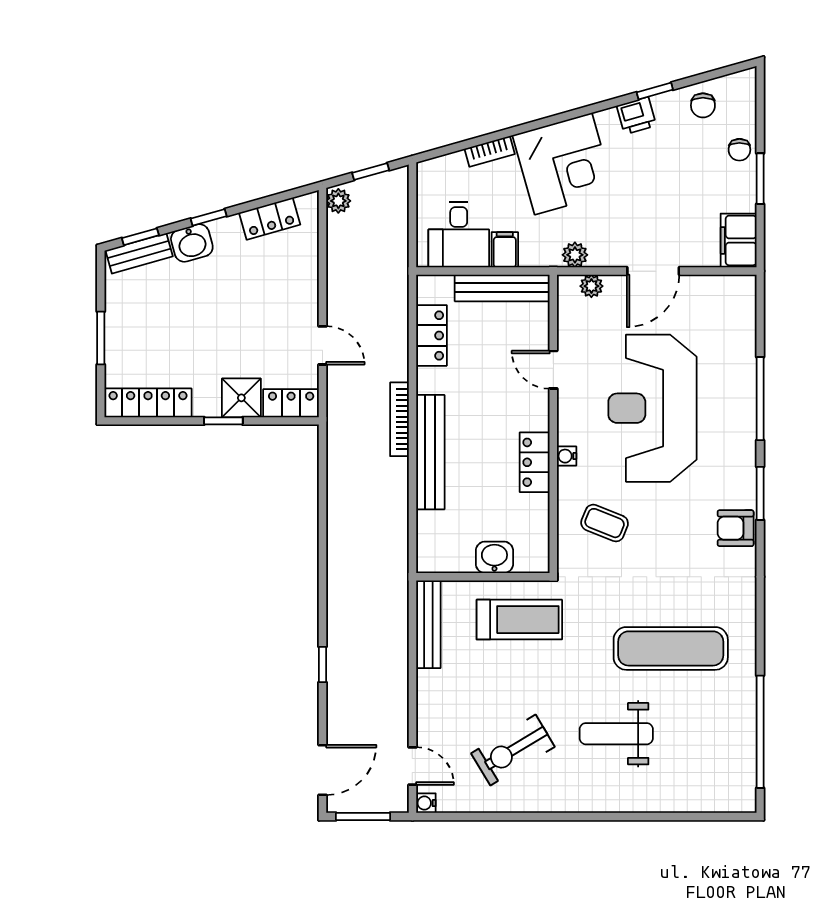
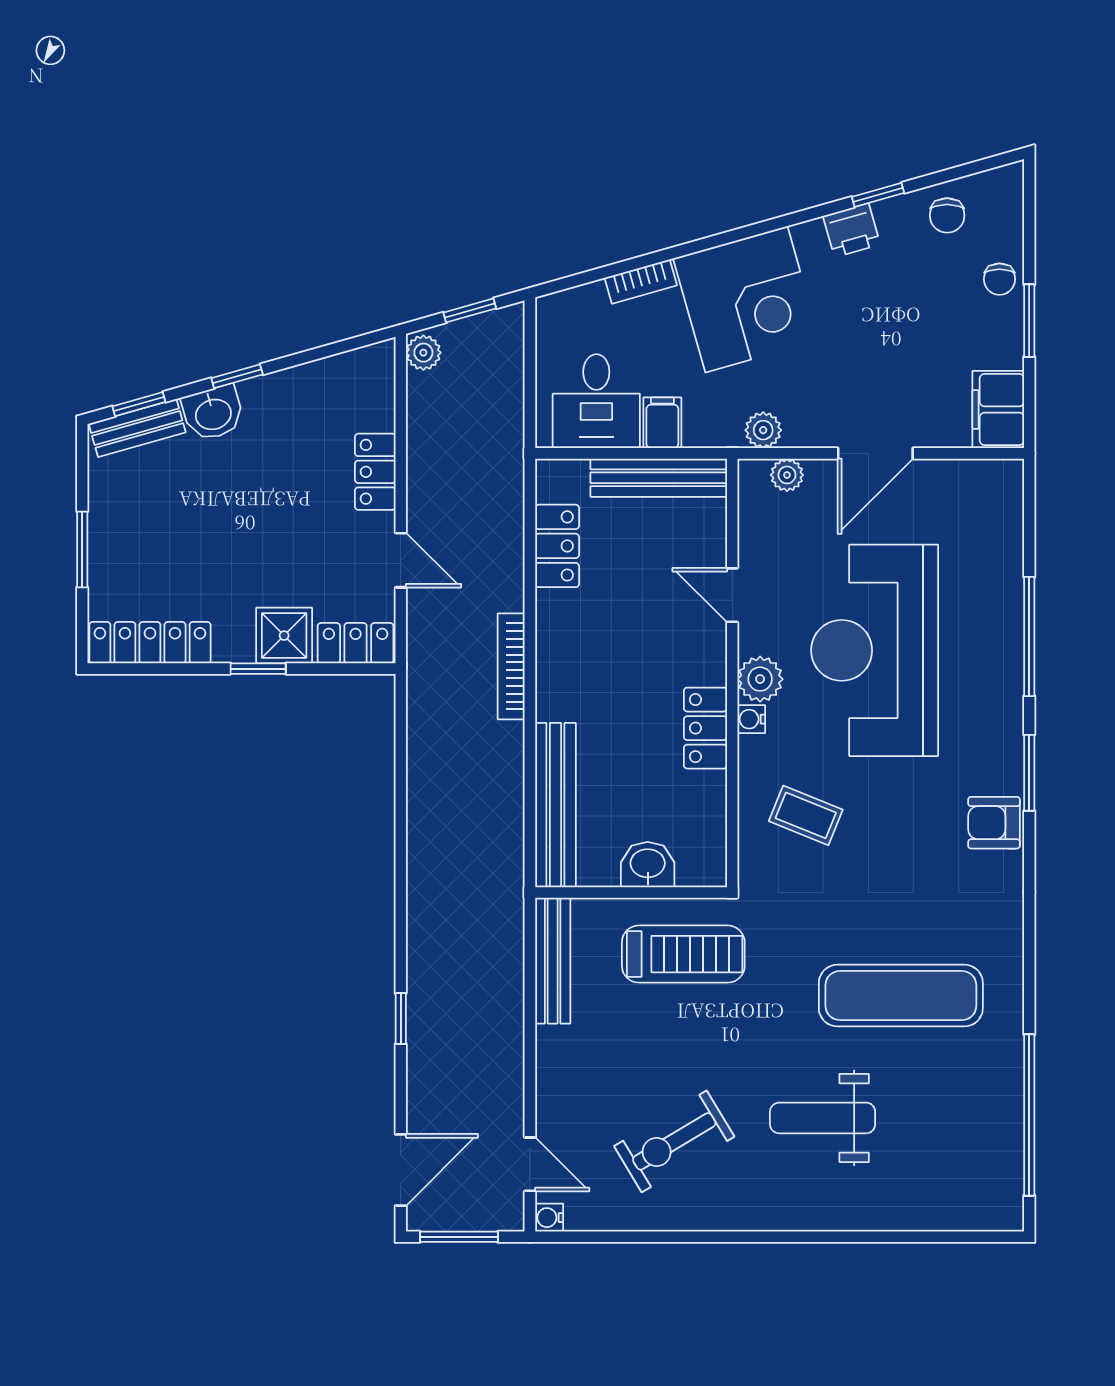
locker: (270, 219) -> (375, 472), moved, turned 106
plant: (573, 428) -> (760, 679), added
bench: (430, 452) -> (555, 805), moved

